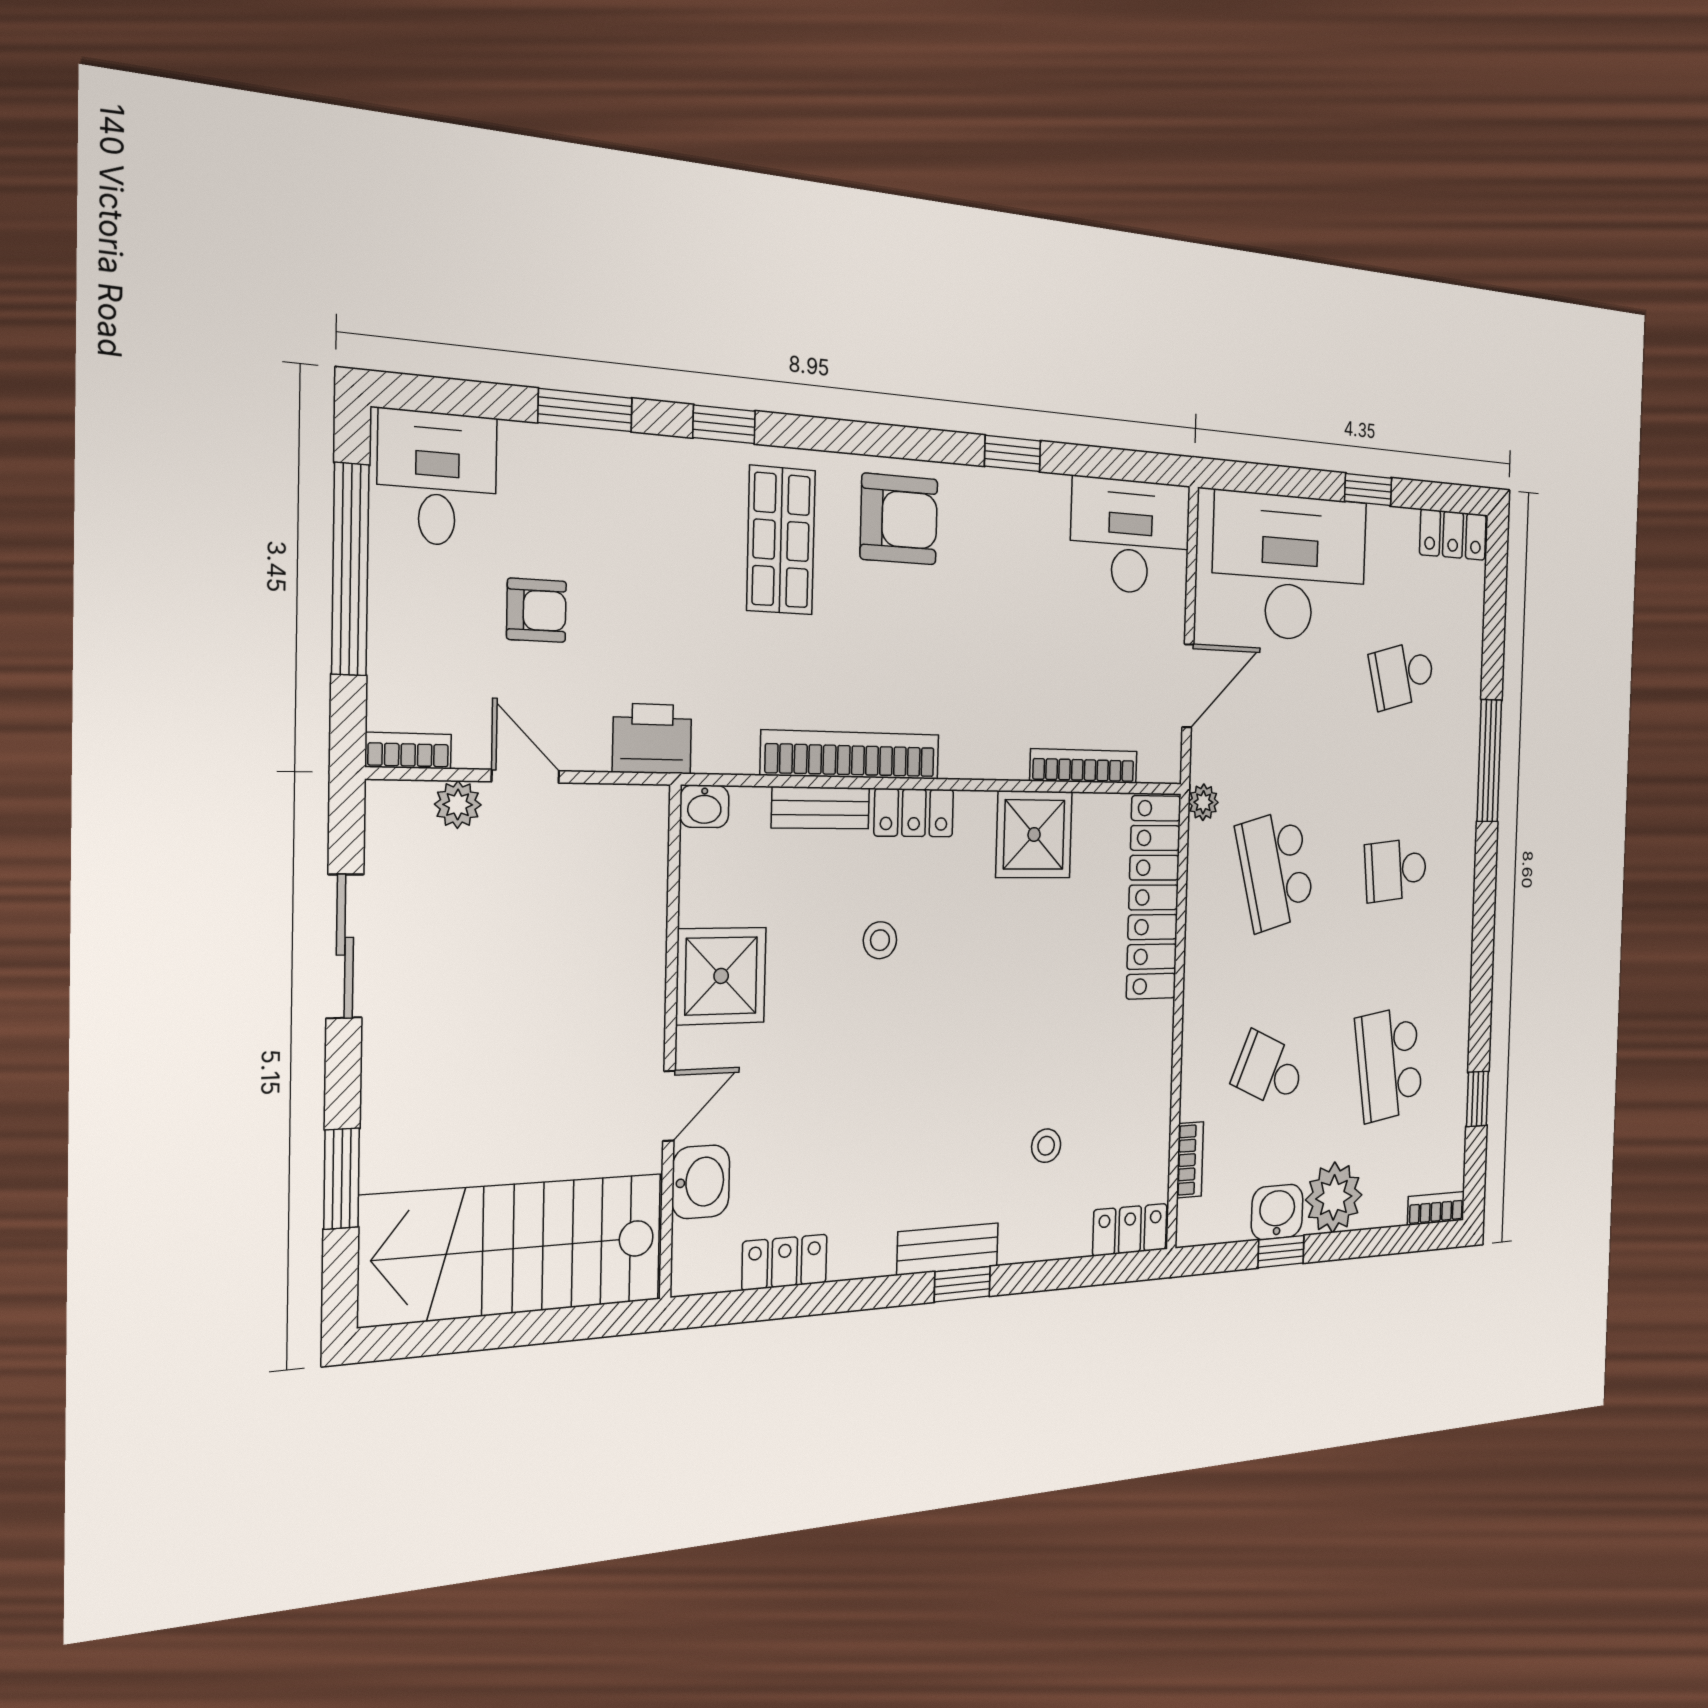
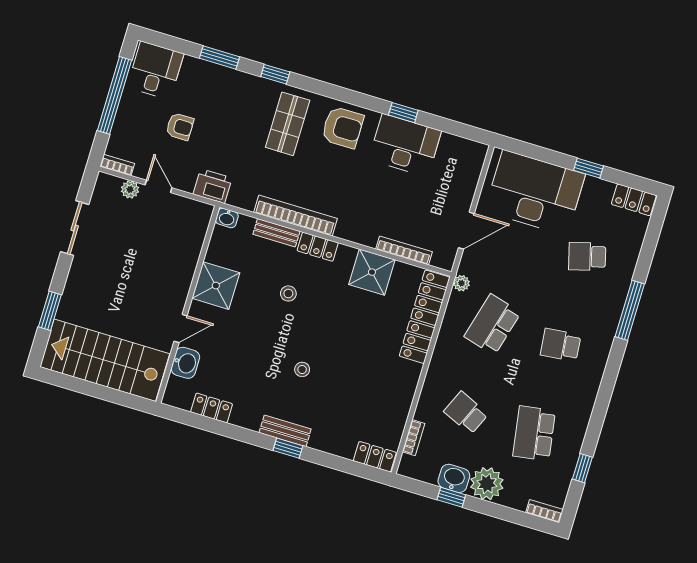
desk: (1130, 536) -> (405, 145), moved
school desk: (1275, 870) -> (492, 324), turned 30
stool: (1046, 1146) -> (302, 369), moved

